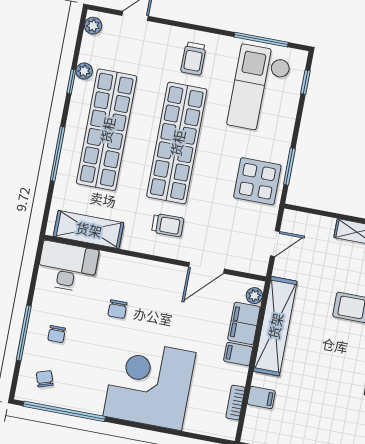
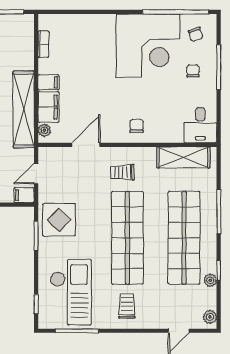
desk: (68, 267) -> (200, 125), width x0.73
chair: (117, 309) -> (137, 126), moved
corner desk: (149, 384) -> (148, 46), moved
filing cabinet: (261, 397) -> (24, 195), moved

